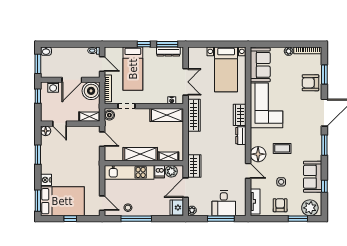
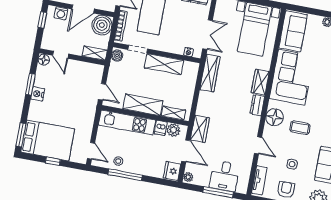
shelving: (167, 115) -> (164, 64), moved
door: (102, 139) -> (102, 92), moved
floor lamp: (258, 154) -> (275, 117), moved
nightstand: (46, 180) -> (38, 94), moved
door: (186, 188) -> (186, 151), swing flipped

